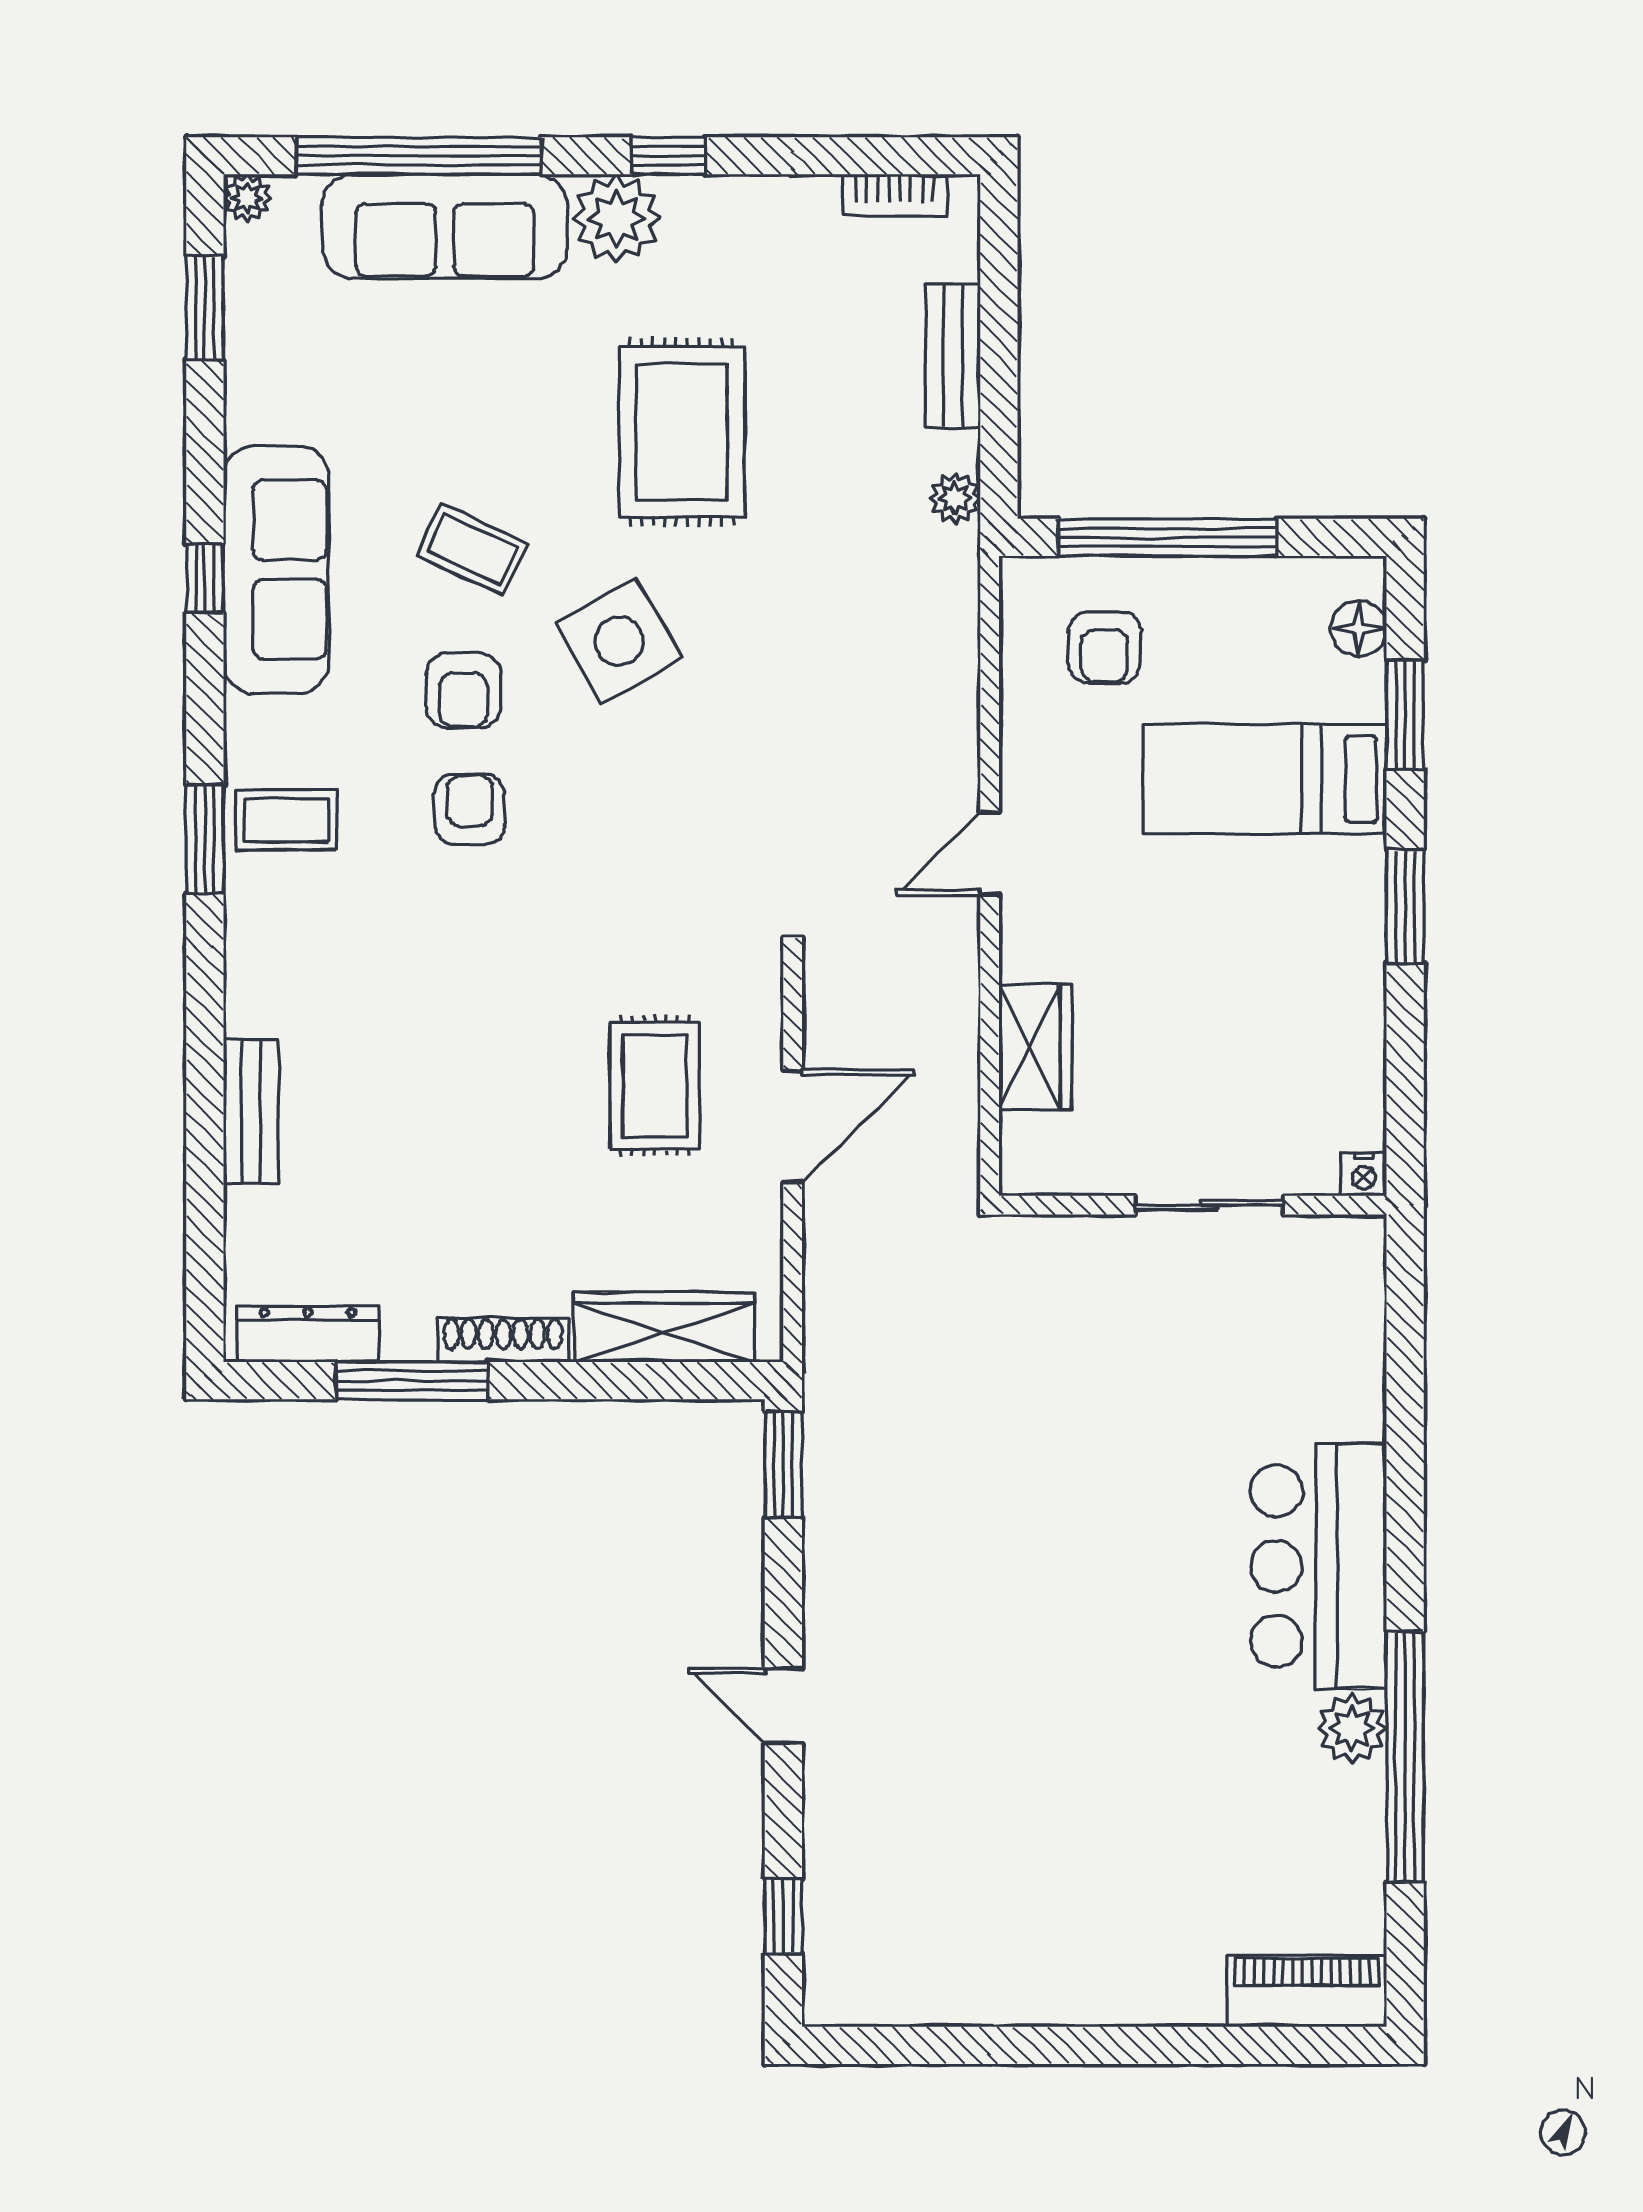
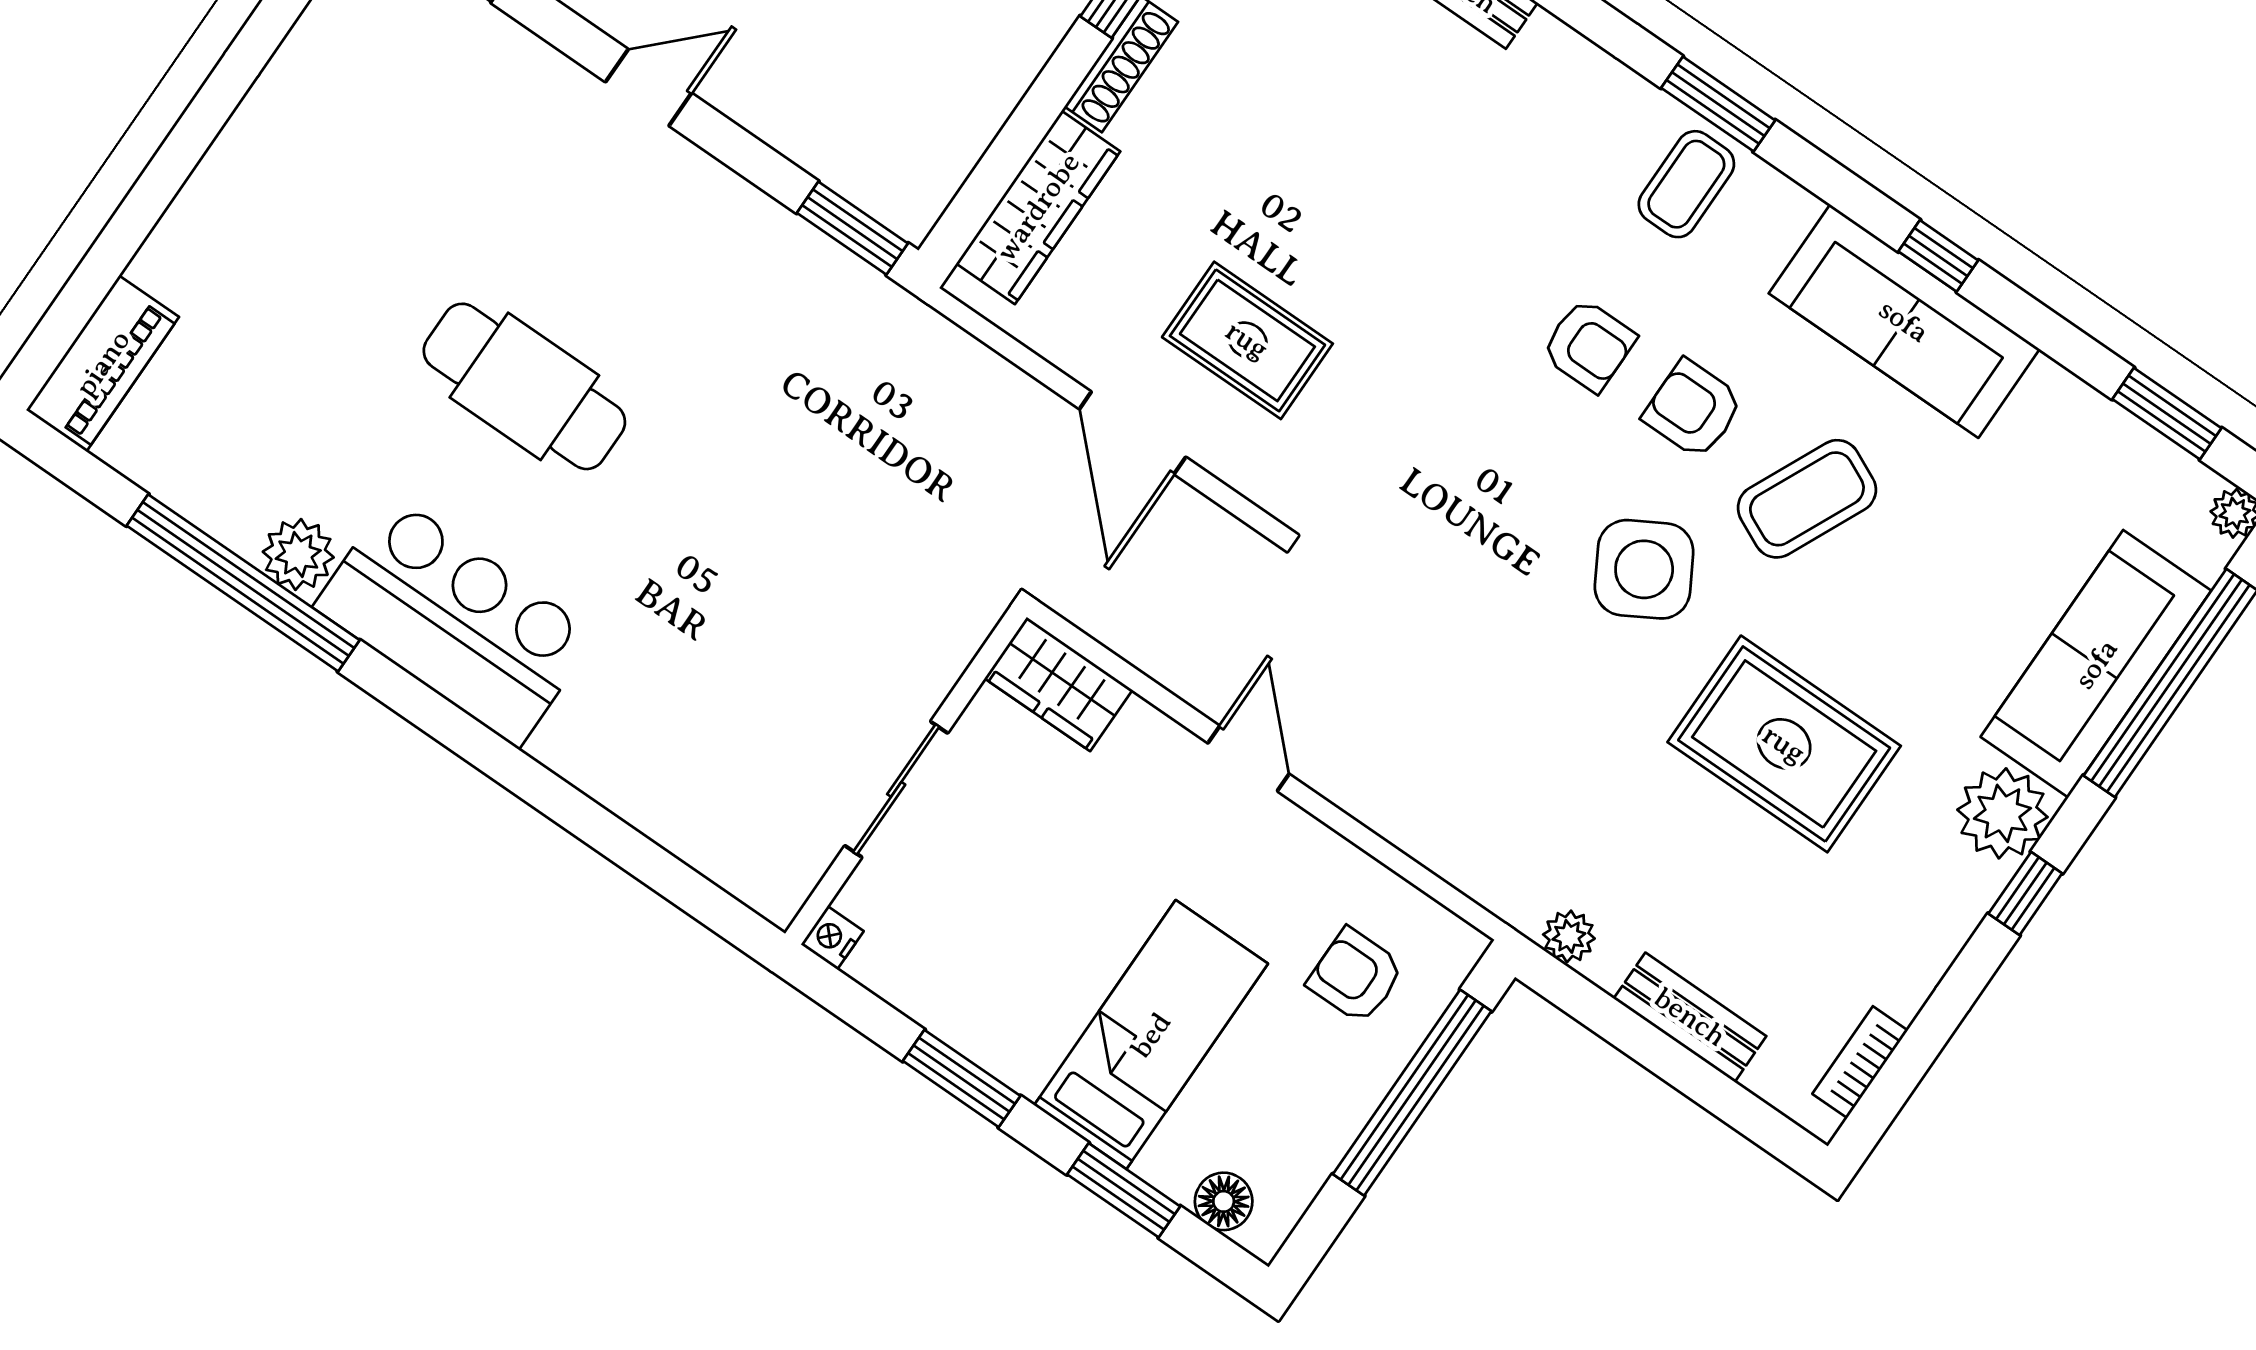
coffee table: (472, 549) -> (1807, 499), width x1.36, depth x1.30
nightstand: (1364, 1174) -> (832, 938), moved
wall: (1193, 1205) -> (906, 775), moved
sliding door: (1209, 1205) -> (896, 789), moved
cafe table: (1092, 1640) -> (524, 386), added

